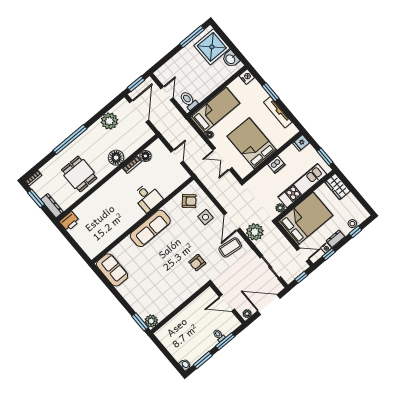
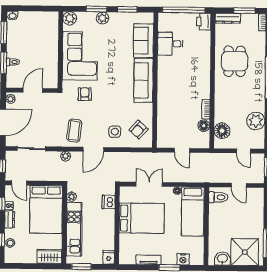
nightstand: (247, 77) -> (183, 259), moved
door: (139, 111) -> (243, 151), width x0.53
tv unit: (278, 112) -> (149, 260), width x0.71
floor lamp: (116, 158) -> (222, 131), moved
dishwasher: (276, 165) -> (109, 202), moved
dining table: (79, 174) -> (235, 61), turned 90
desk: (148, 197) -> (170, 44), moved
door: (232, 222) -> (93, 149), swing flipped
plant: (255, 232) -> (66, 156), width x0.53, depth x0.53
window: (74, 243) -> (184, 10), added
door: (303, 255) -> (19, 183), hinge flipped
sofa: (112, 270) -> (143, 41), moved, turned 90
window: (109, 285) -> (127, 9), added
corner sofa: (172, 290) -> (80, 56), added
plant: (130, 297) -> (103, 18), added
window: (140, 322) -> (96, 9), moved

